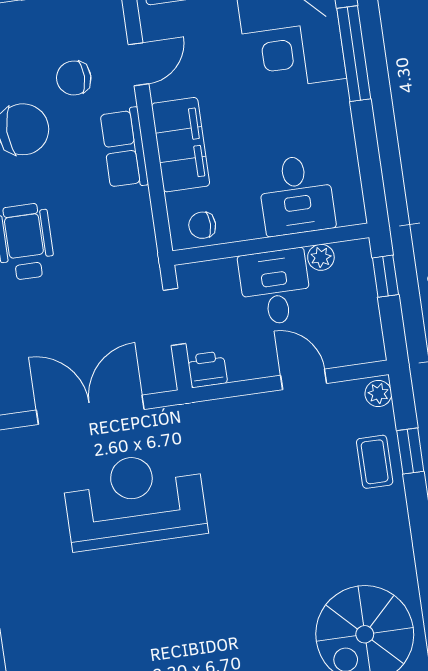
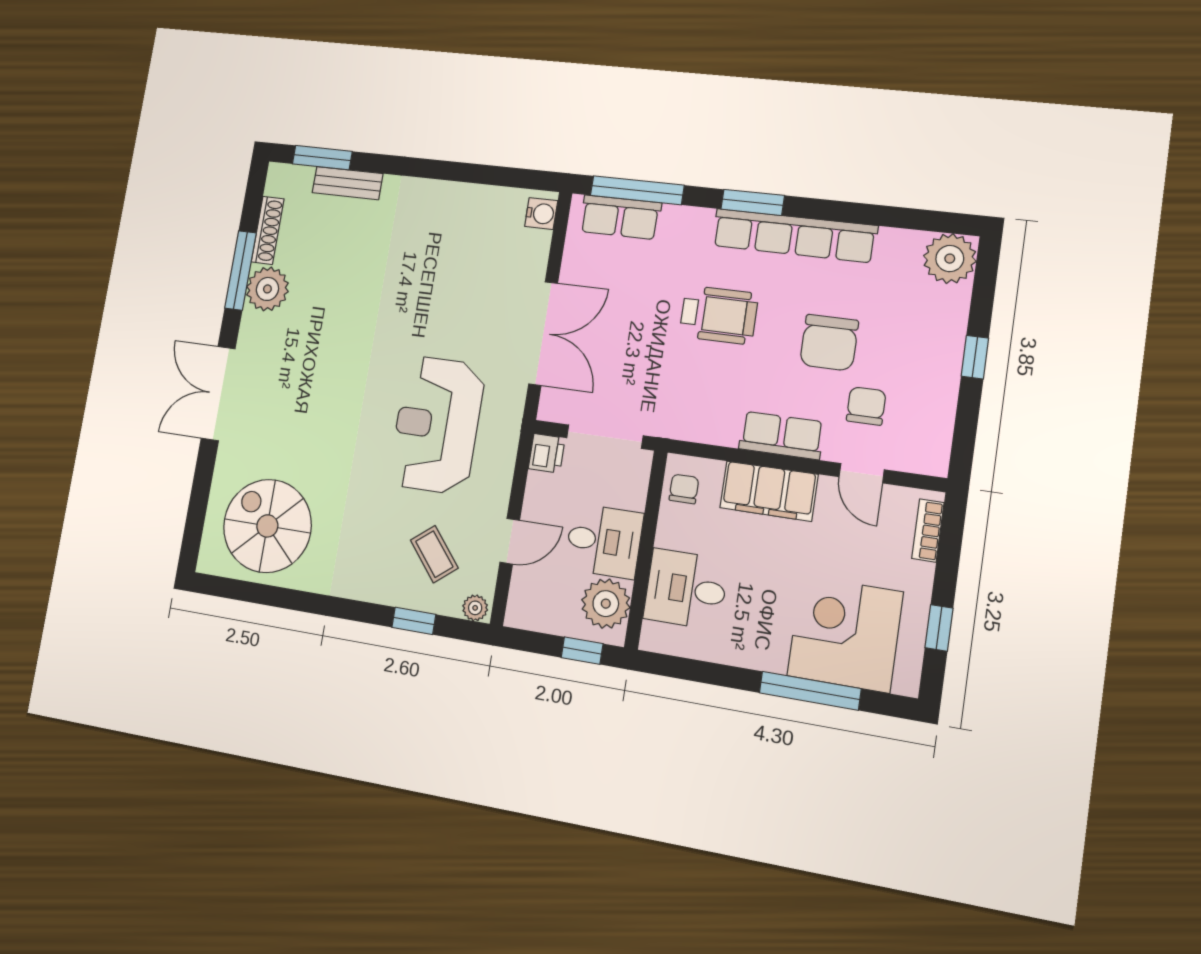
plant: (321, 257) -> (606, 604), width x1.88, depth x1.88
doorway: (174, 317) -> (605, 437), width x1.38
coffee table: (375, 462) -> (434, 554), moved, turned 51
reception desk: (135, 500) -> (437, 425), moved, turned 180

